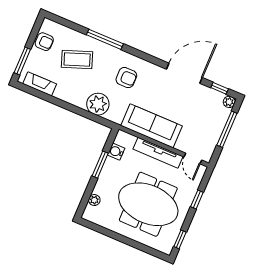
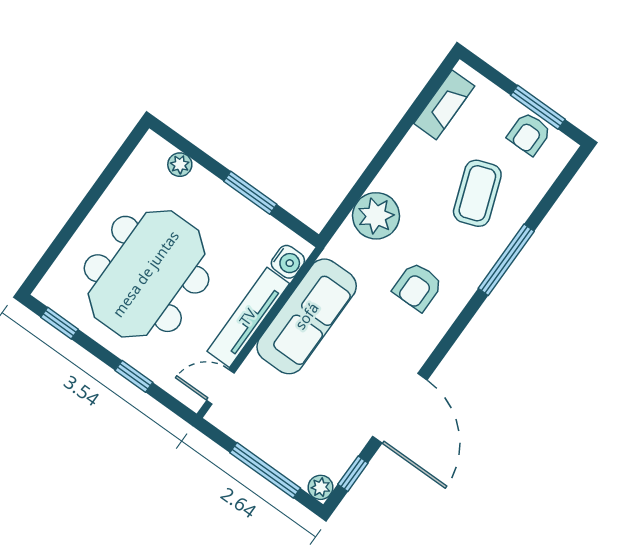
window: (22, 61) -> (538, 107), moved
water cooler: (116, 152) -> (288, 262), moved, turned 90

